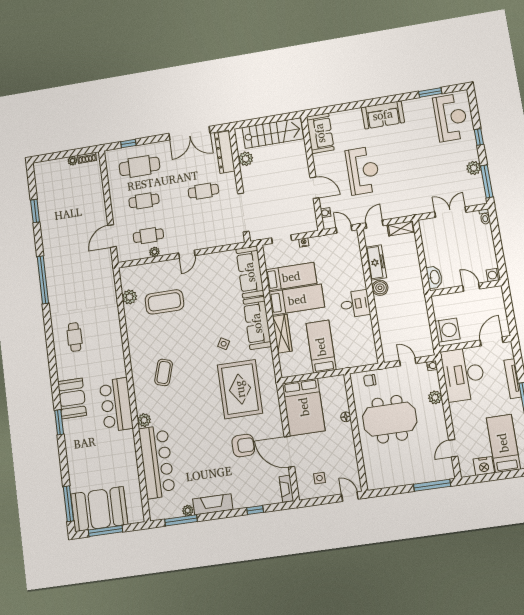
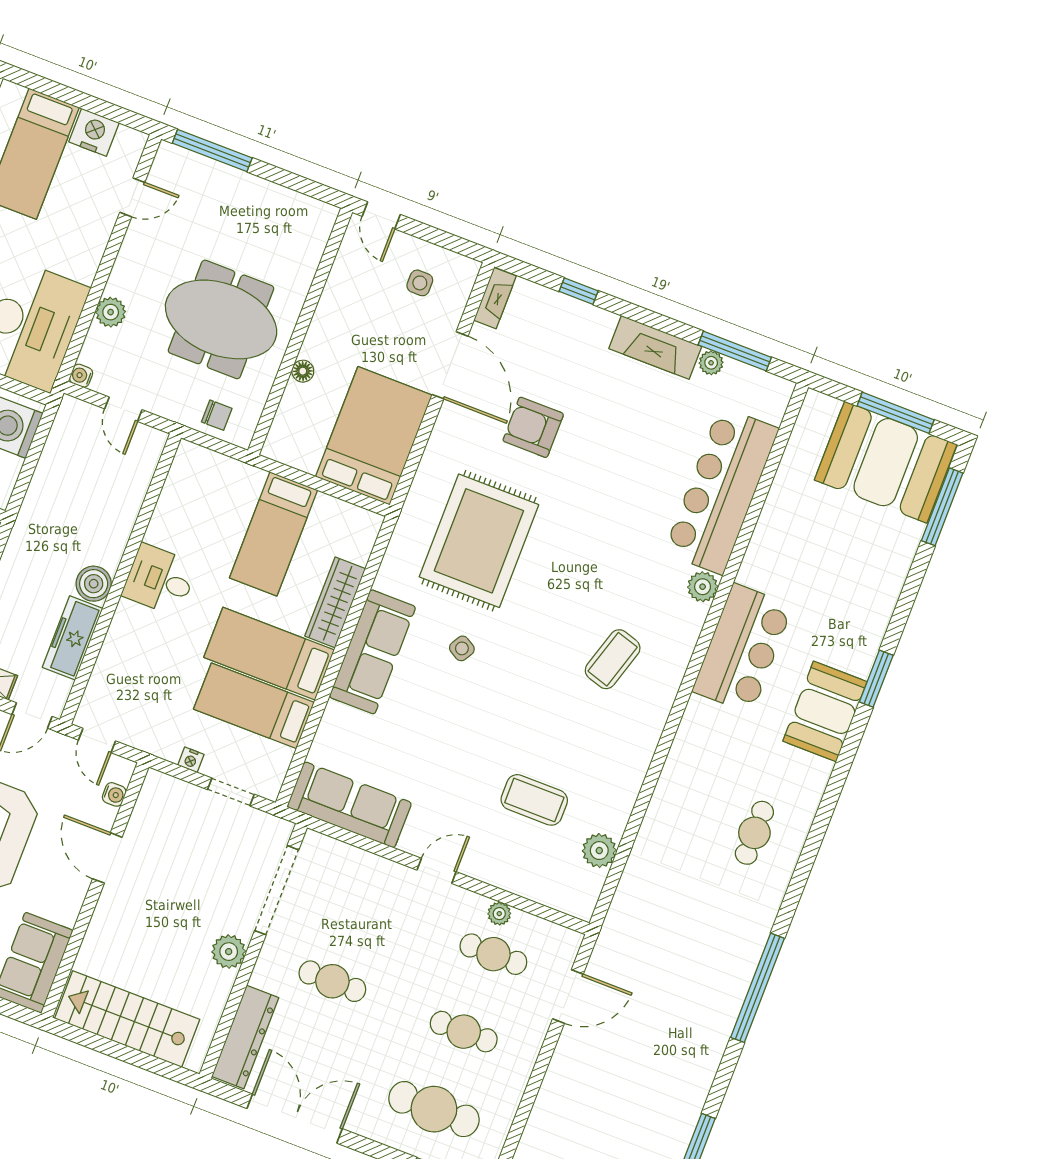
plant: (246, 159) -> (229, 952), moved
sofa: (250, 272) -> (349, 805), moved, turned -90
coffee table: (164, 302) -> (534, 800), width x0.73, depth x0.76

